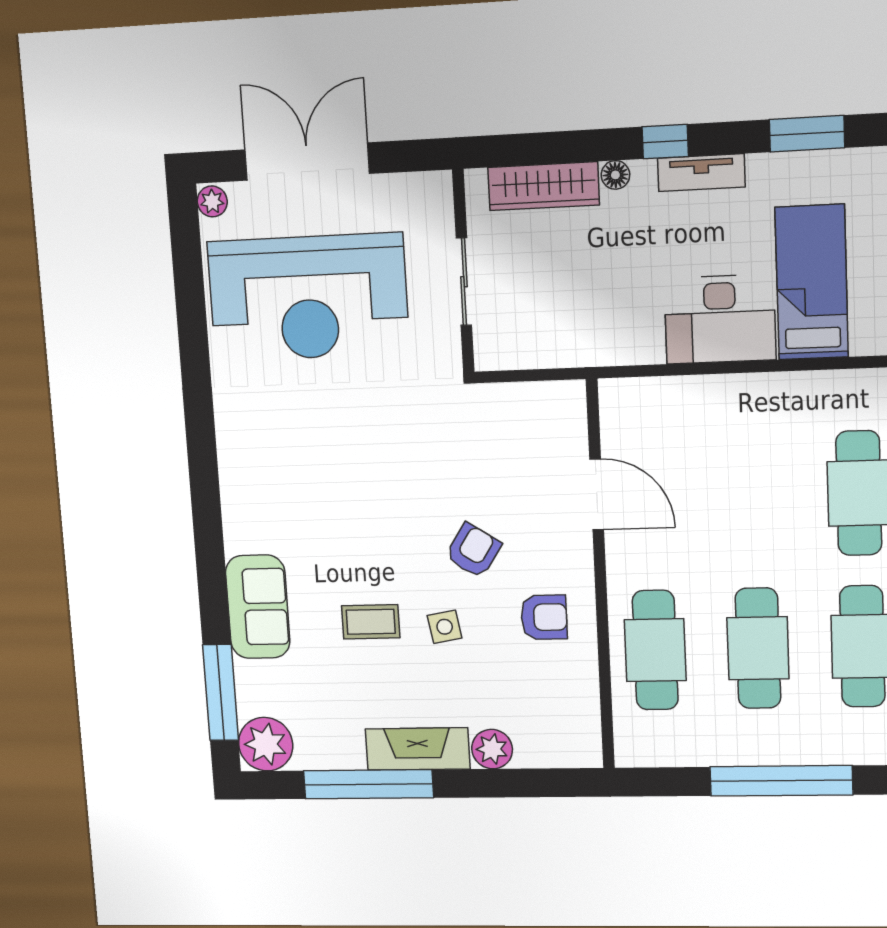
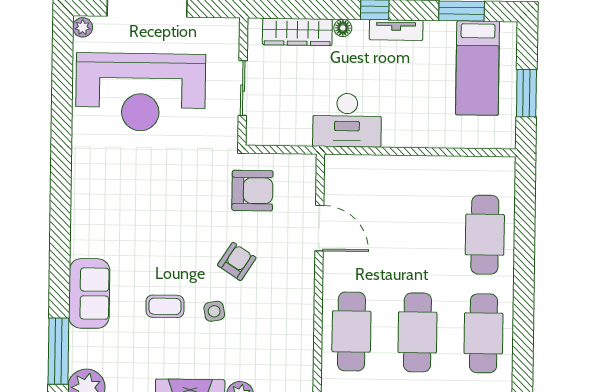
bed: (812, 282) -> (478, 68), moved, turned 180
desk: (720, 319) -> (347, 120), moved
armchair: (544, 617) -> (252, 191), moved, width x1.38, depth x1.38

